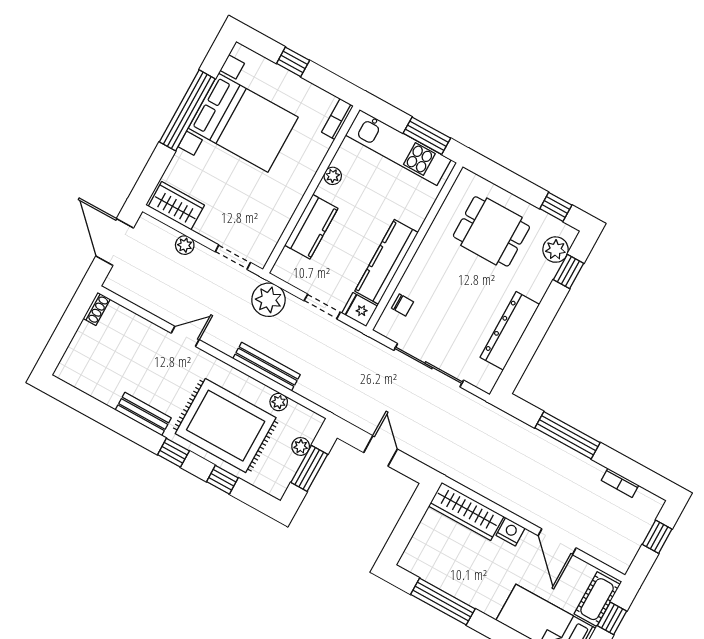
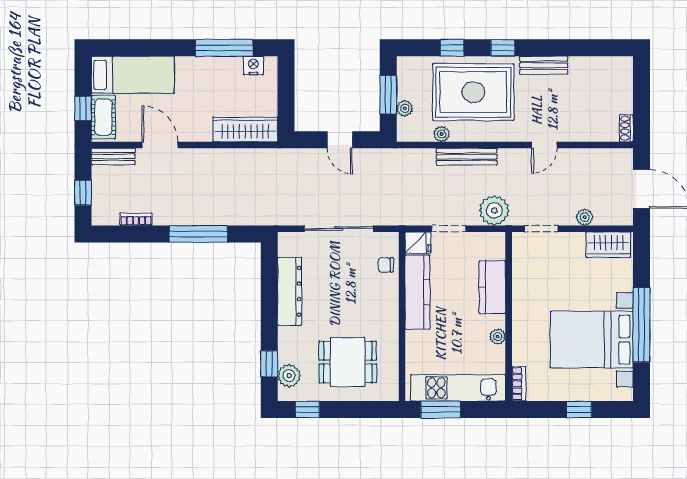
nightstand: (510, 532) -> (253, 65), moved, turned 180
bench: (609, 556) -> (113, 157), added

